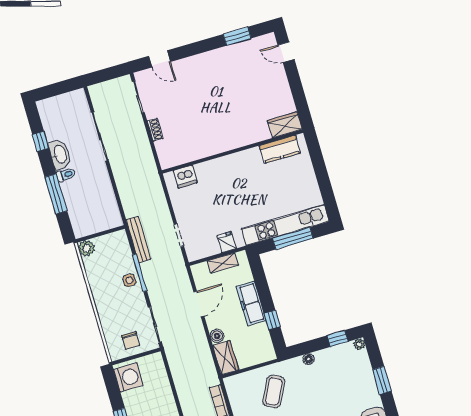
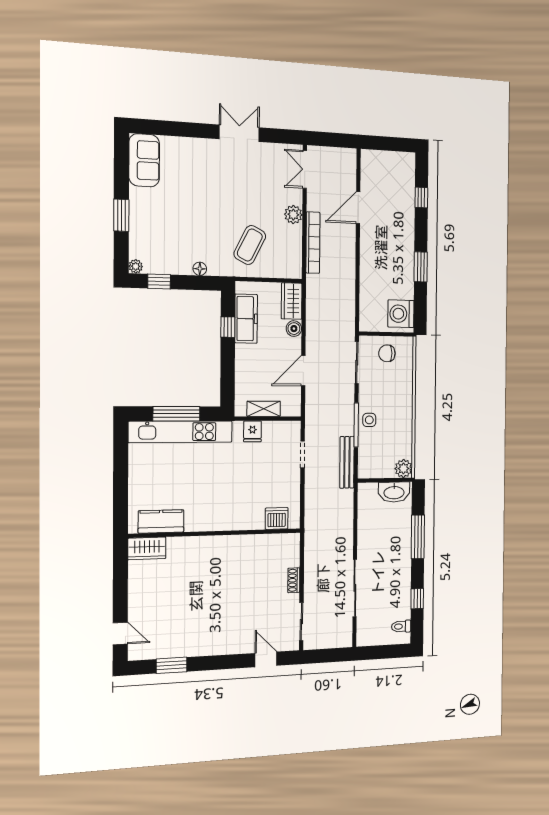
washbasin: (60, 154) -> (394, 492), moved, turned -90
toilet: (66, 175) -> (401, 626), moved
freezer: (251, 303) -> (246, 319), moved
chair: (131, 340) -> (387, 353), turned -90

